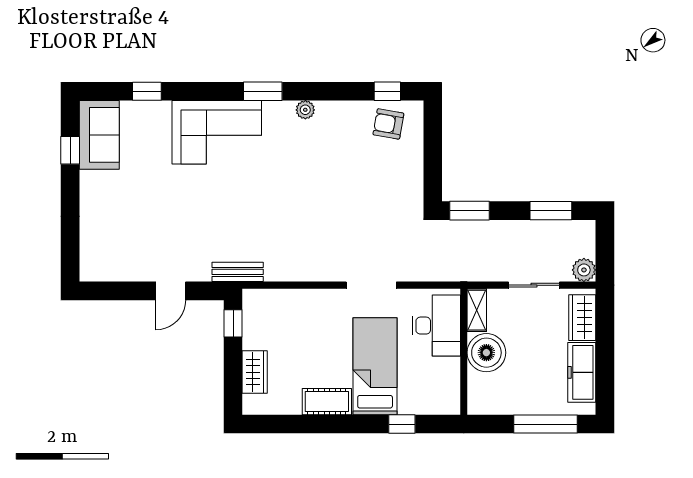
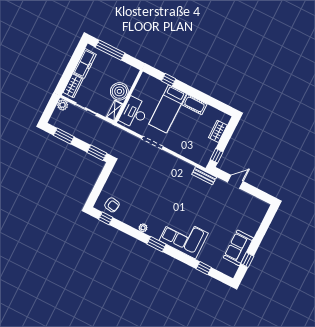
sofa: (99, 135) -> (238, 248), moved

